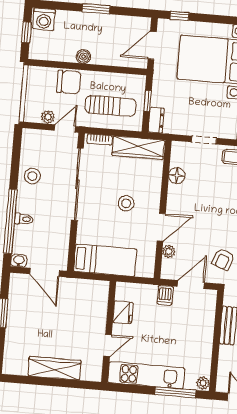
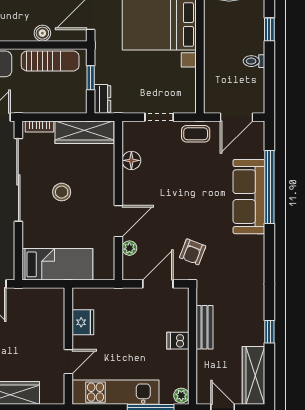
boiler: (83, 57) -> (42, 33), moved
sun lounger: (111, 106) -> (50, 61), moved
stool: (126, 203) -> (62, 192), moved
dishwasher: (165, 295) -> (178, 341), moved, turned 90

